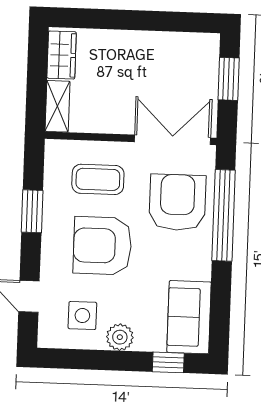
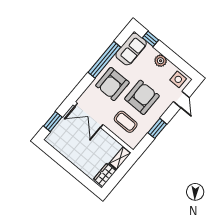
armchair: (177, 202) -> (112, 84), moved
window: (224, 215) -> (104, 60), moved
armchair: (102, 246) -> (142, 97), turned -90
side table: (82, 316) -> (178, 79), moved

